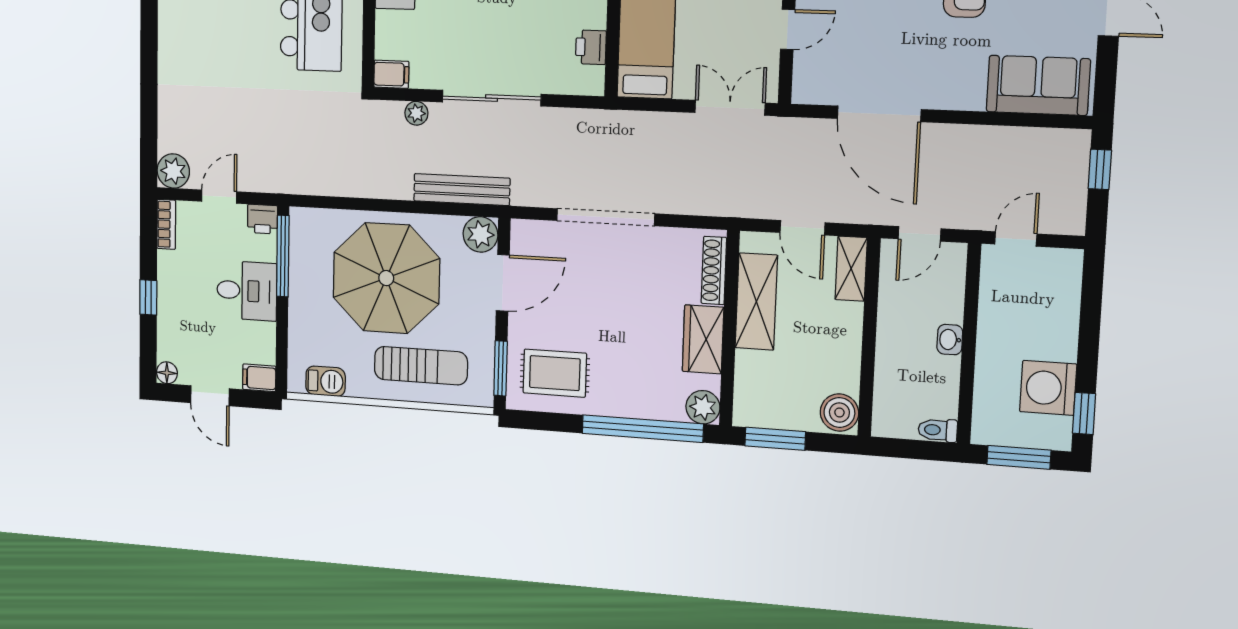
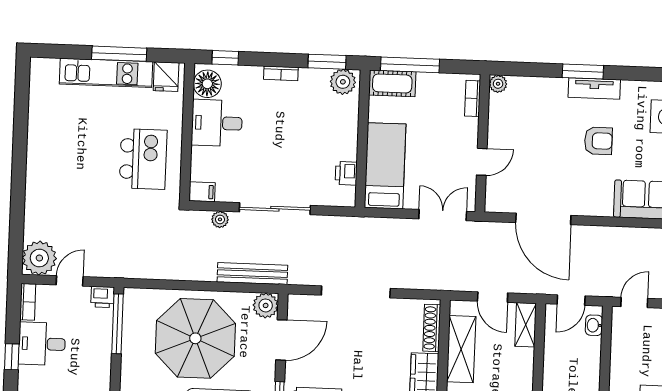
plant: (173, 171) -> (39, 258), width x1.36, depth x1.36
desk: (247, 291) -> (42, 344), moved, turned 180
washbasin: (950, 340) -> (594, 325), moved

